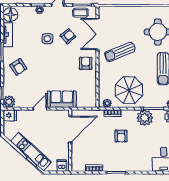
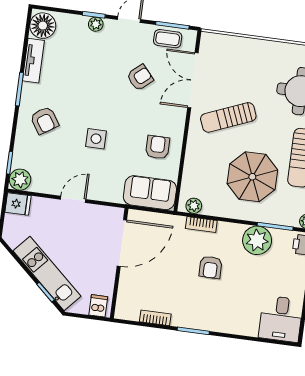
side table: (47, 39) -> (96, 139), moved
armchair: (86, 63) -> (157, 147), moved
parasol: (129, 90) -> (252, 177), moved
sofa: (62, 99) -> (150, 193), moved

